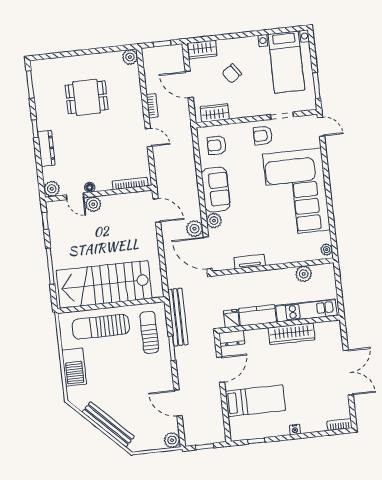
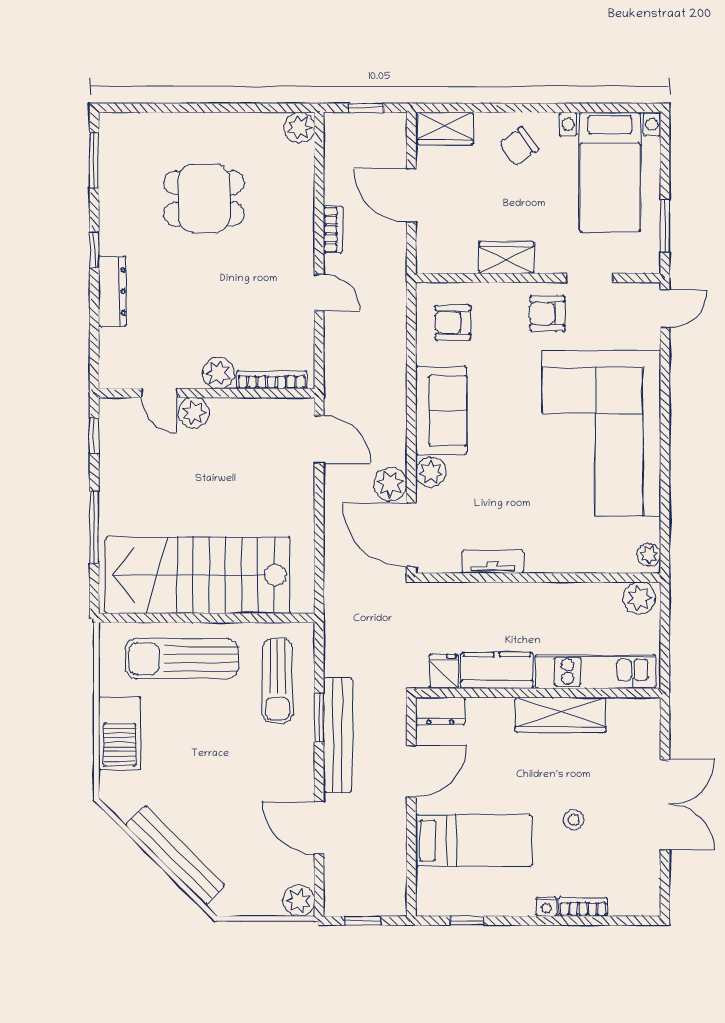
chair: (232, 73) -> (519, 146), moved
wardrobe: (215, 113) -> (506, 258), moved
door: (321, 127) -> (665, 309), hinge flipped
floor lamp: (90, 187) -> (190, 379), removed
plant: (52, 189) -> (219, 373), moved
plant: (304, 274) -> (639, 598), moved
bench: (178, 317) -> (338, 735), moved
sun lounger: (149, 332) -> (277, 681), turned 180
stool: (304, 385) -> (574, 820), added
bookcase: (340, 425) -> (583, 907), moved

